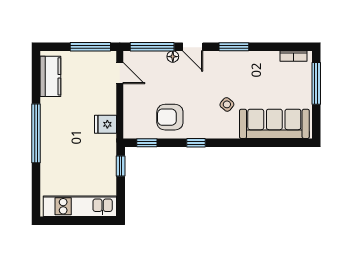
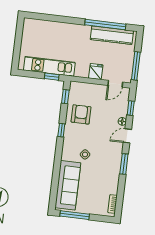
window: (152, 47) -> (131, 108), width x0.46
kitchen counter: (50, 76) -> (112, 35), width x1.50
window: (316, 83) -> (75, 215), moved
fridge: (106, 124) -> (96, 71), moved
window: (36, 133) -> (105, 24), moved
kitchen unit: (80, 206) -> (49, 66), moved, turned -90

